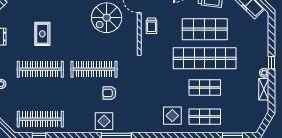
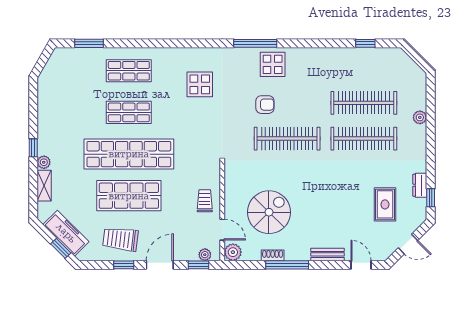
rug: (42, 34) -> (385, 204), moved
plant: (264, 73) -> (44, 162), moved
shelving: (264, 89) -> (44, 186), moved
display table: (172, 116) -> (200, 84), moved
clothes rail: (40, 119) -> (364, 103), moved

